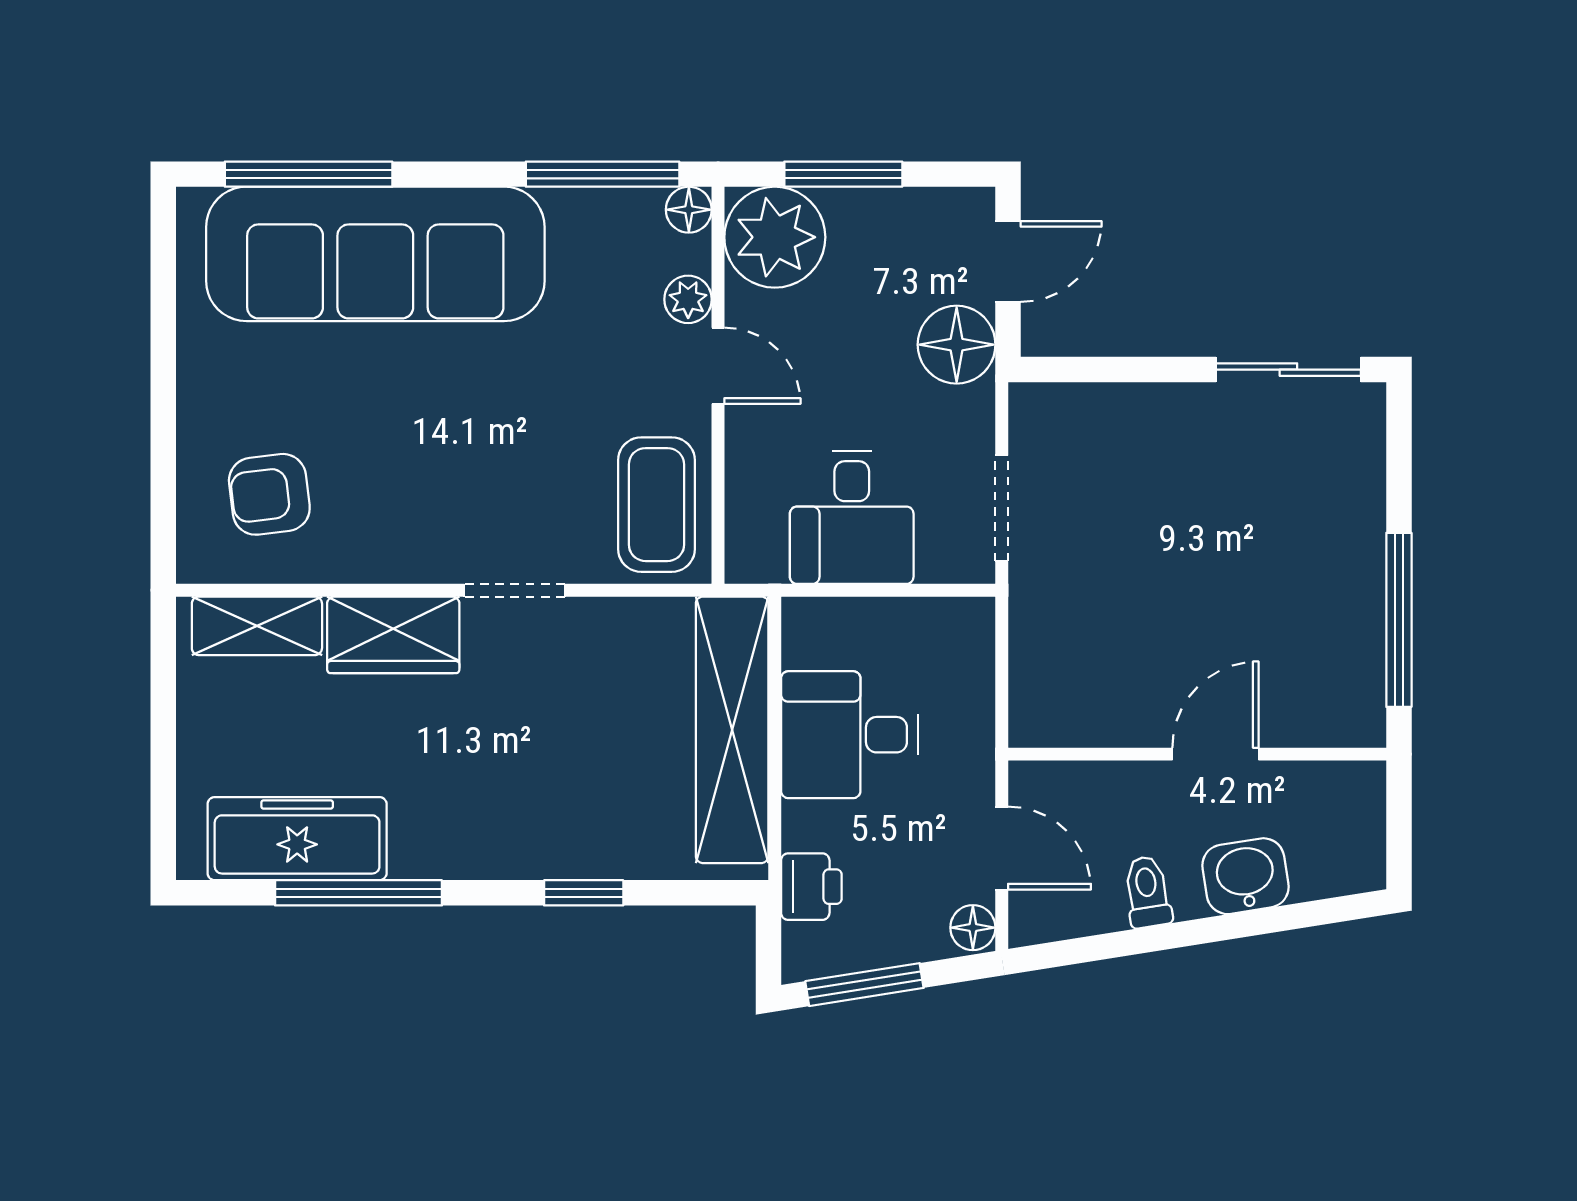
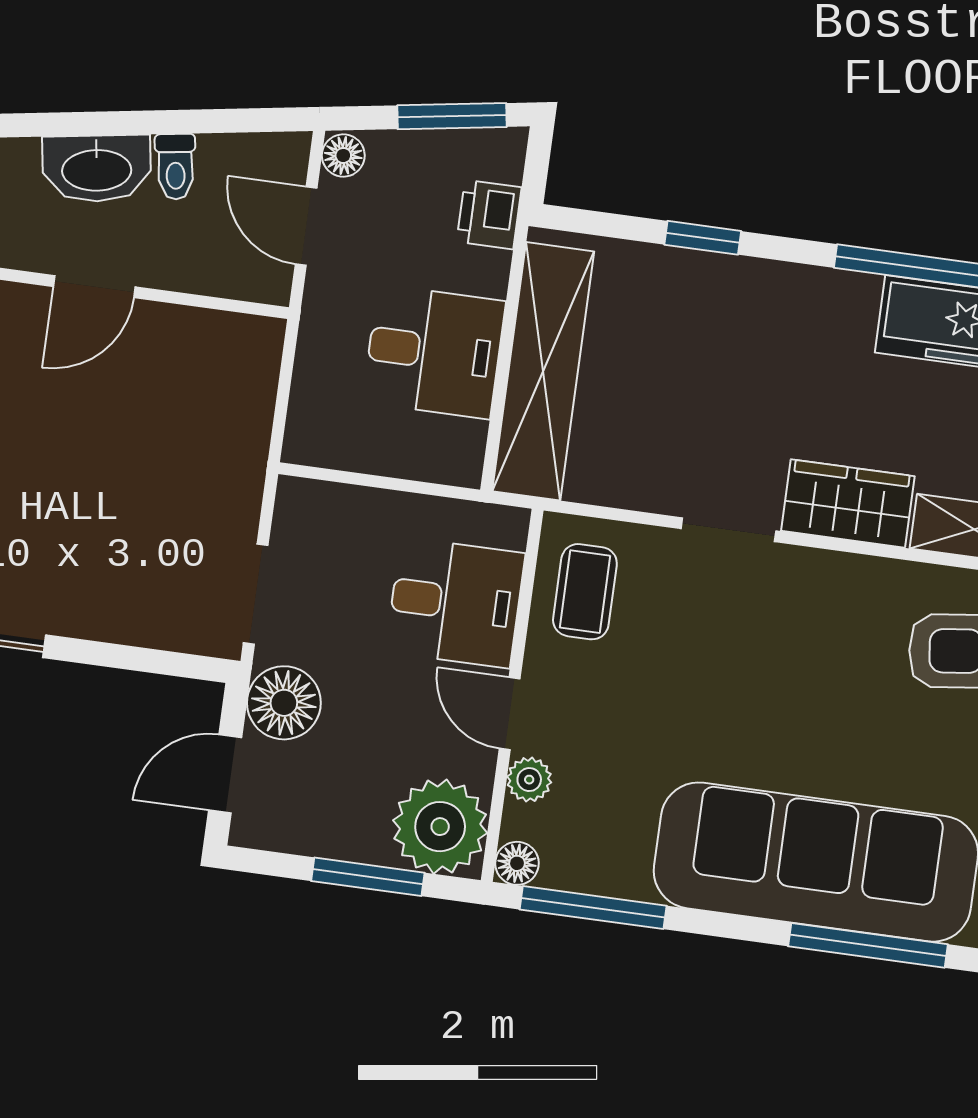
coffee table: (656, 505) -> (585, 592), width x0.73, depth x0.77
doorway: (1002, 508) -> (256, 594), moved
desk: (852, 517) -> (455, 603), moved, turned 90
washbasin: (1245, 876) -> (97, 168), width x1.38

